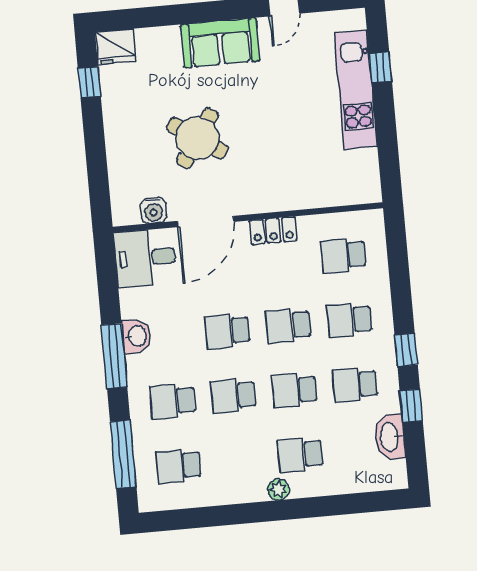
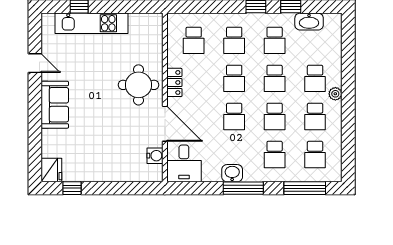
round table: (197, 138) -> (138, 85), moved, turned -34
school desk: (239, 460) -> (315, 116), added

